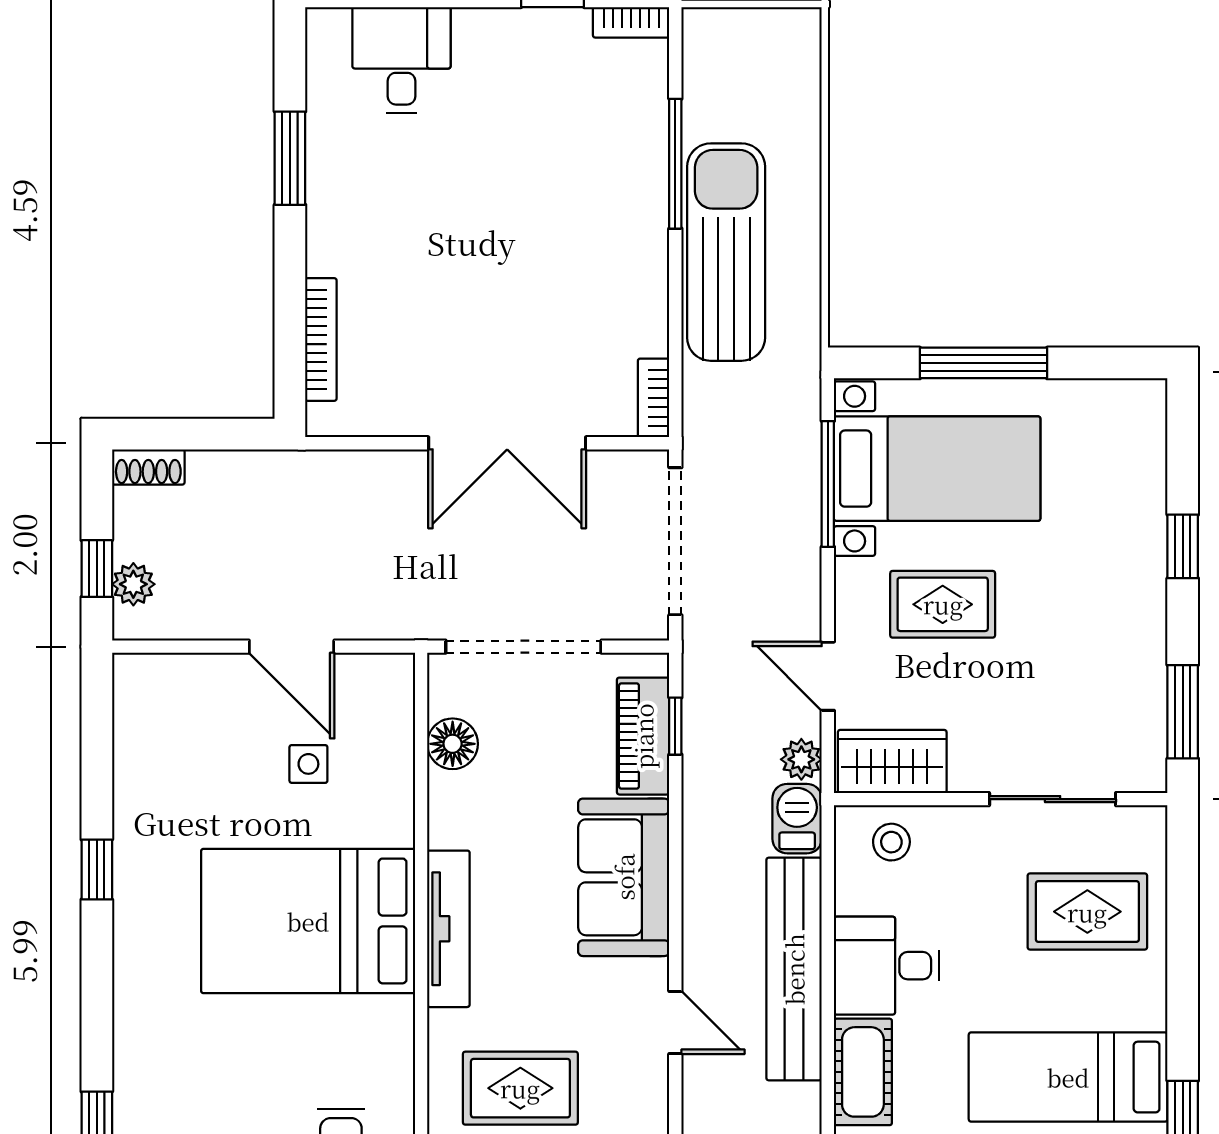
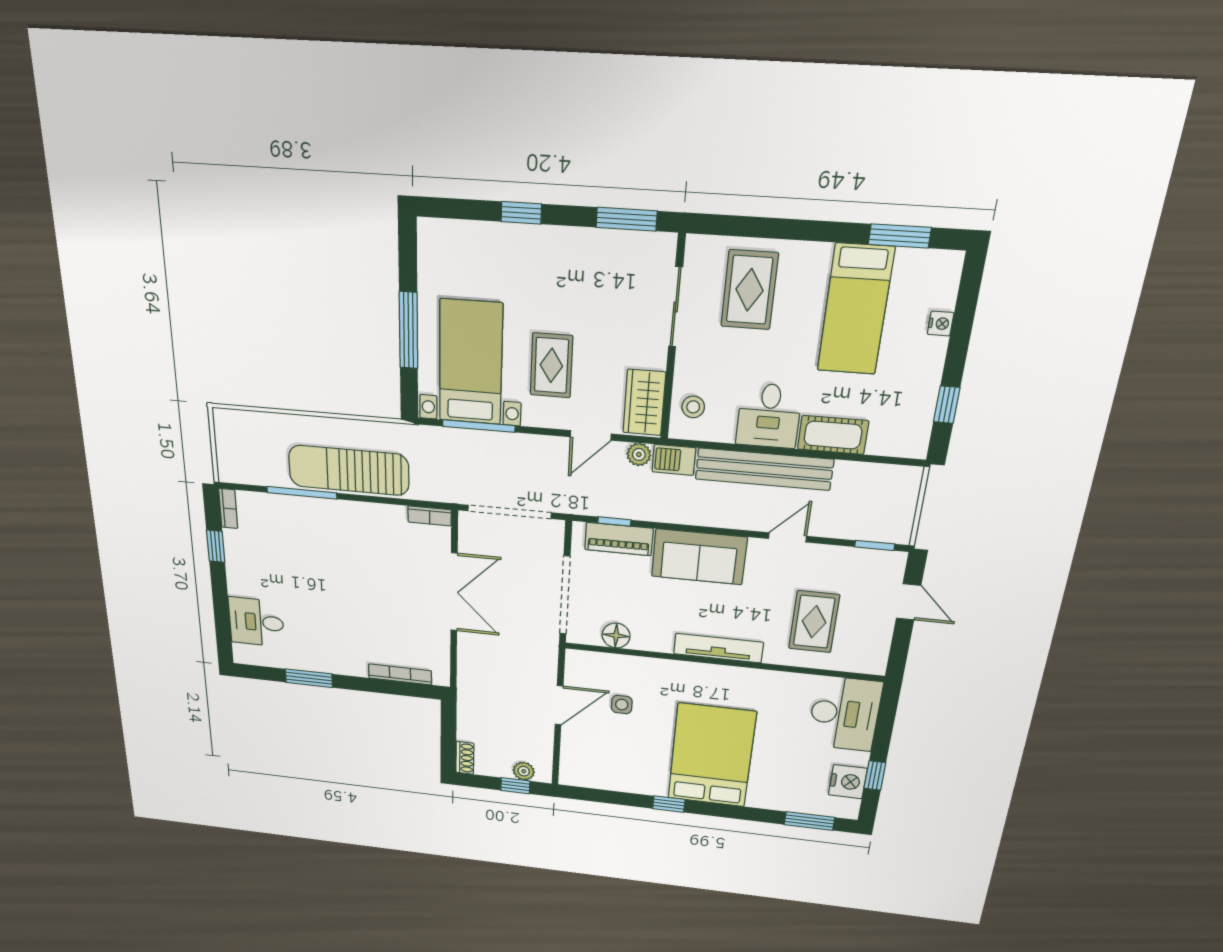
bed: (308, 921) -> (712, 755), moved, turned 180

